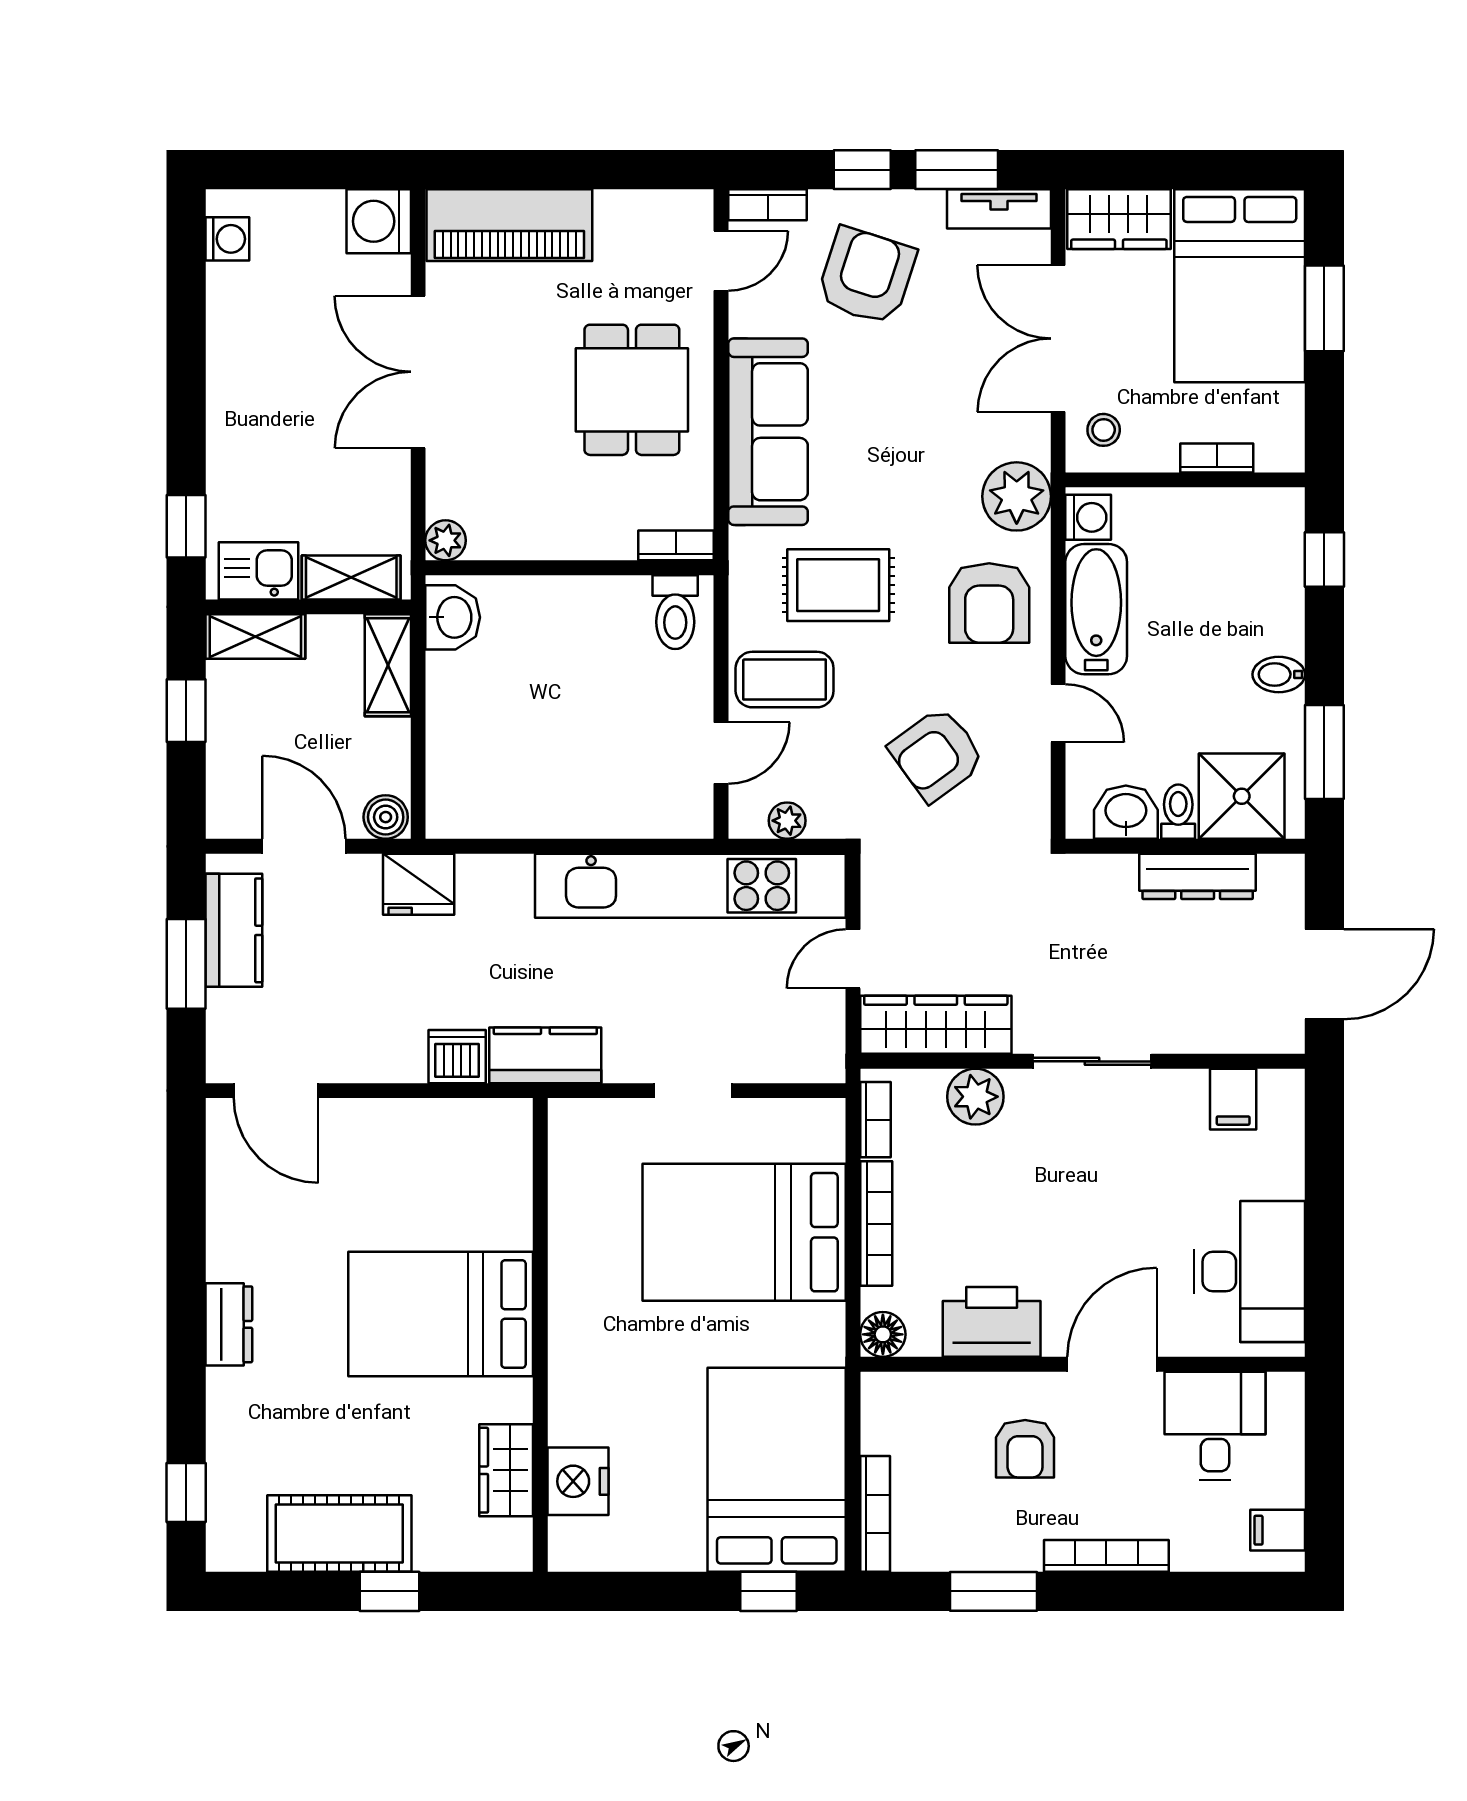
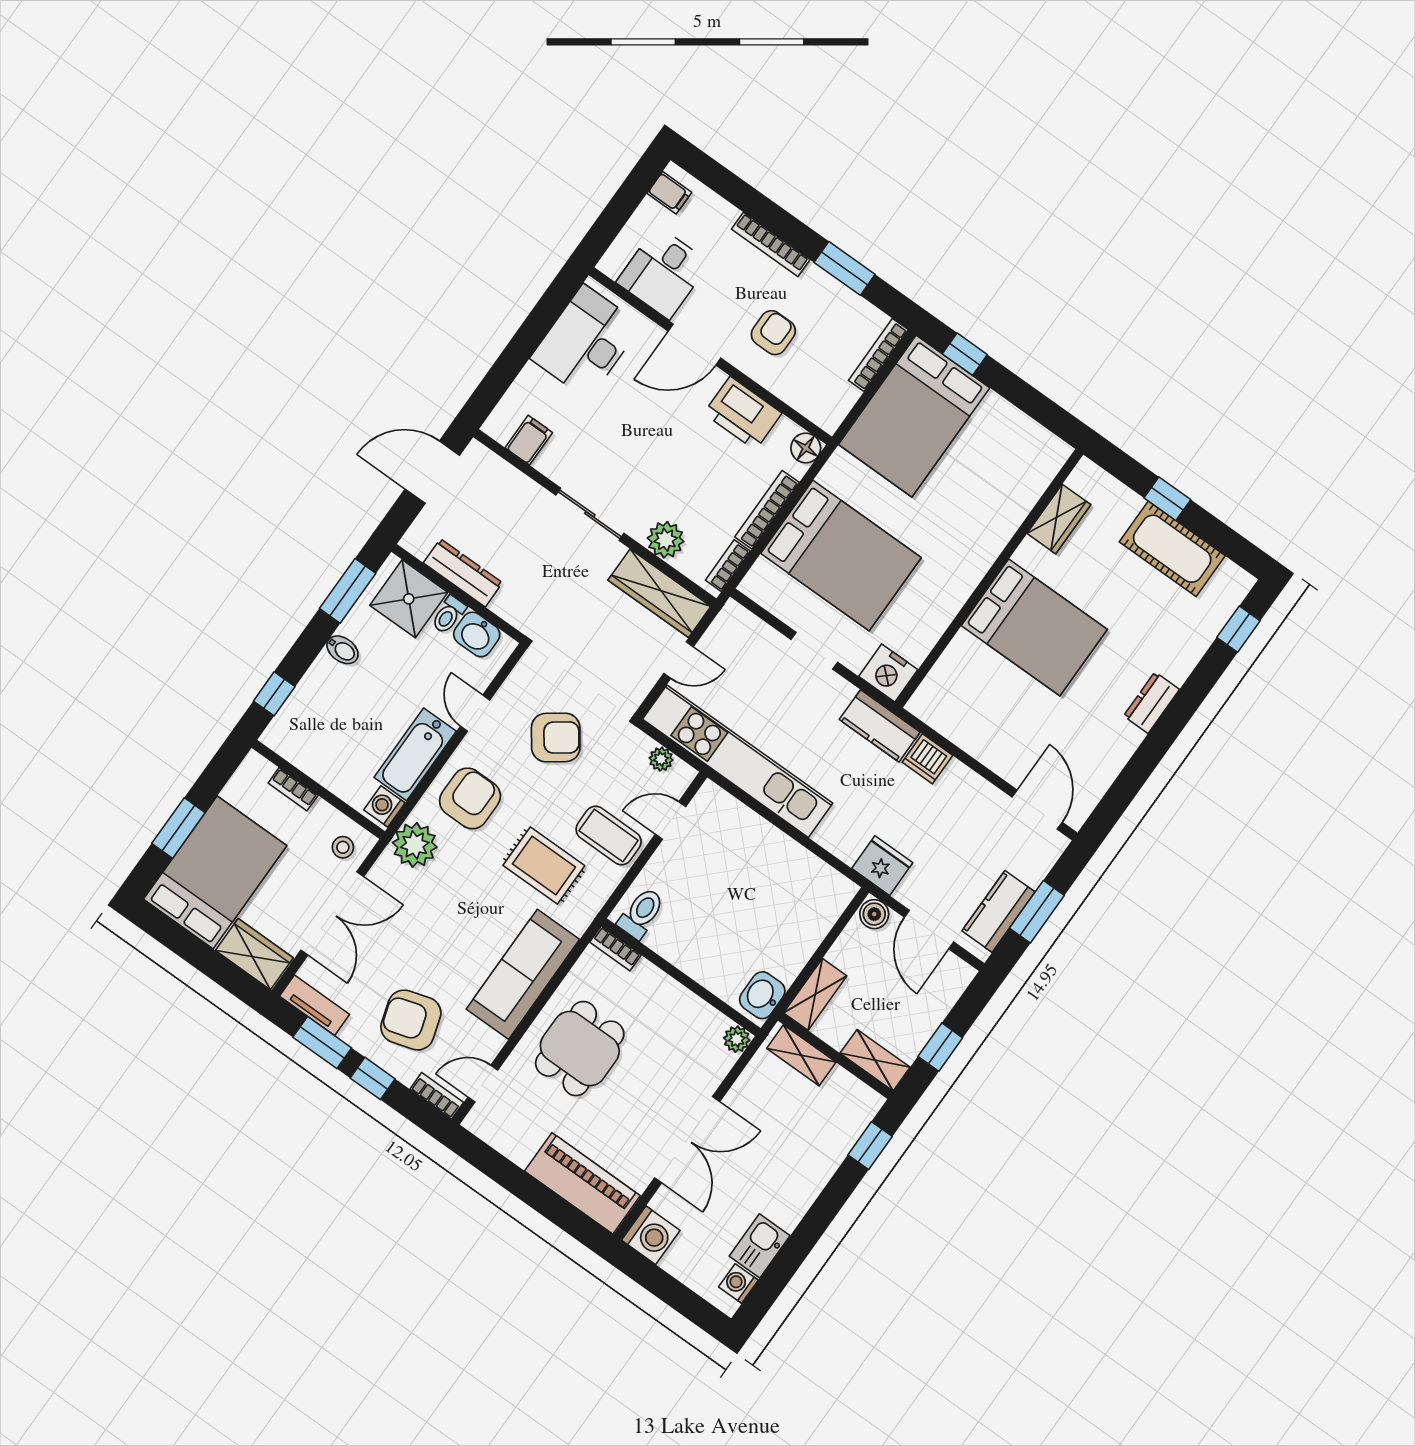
armchair: (866, 276) -> (411, 1020), turned 55
kitchen sink: (258, 571) -> (760, 1246), moved, turned 90
nightstand: (578, 1481) -> (888, 673), moved, turned 90

